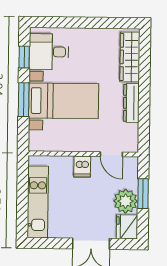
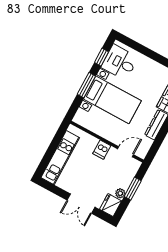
door: (111, 154) -> (125, 152), swing flipped
plant: (126, 201) -> (120, 193), width x0.53, depth x0.53

